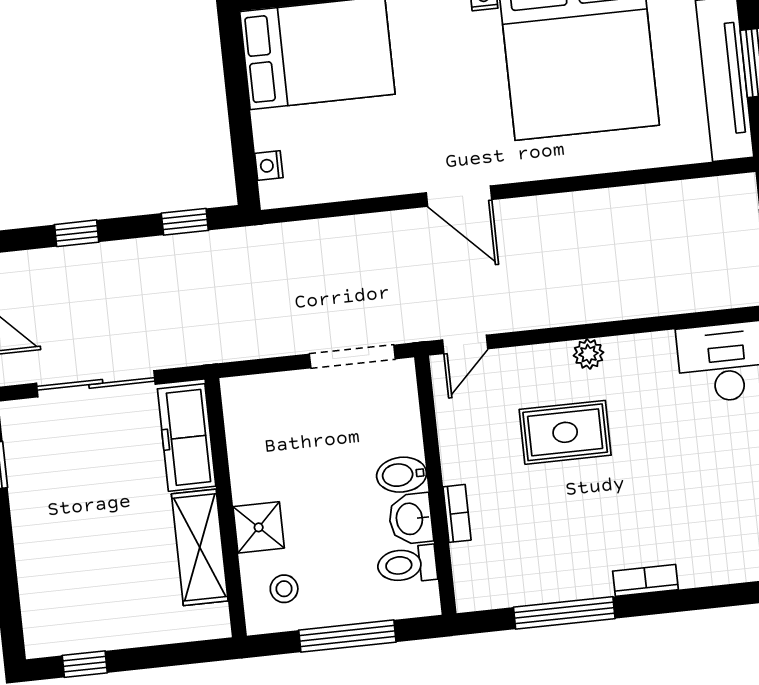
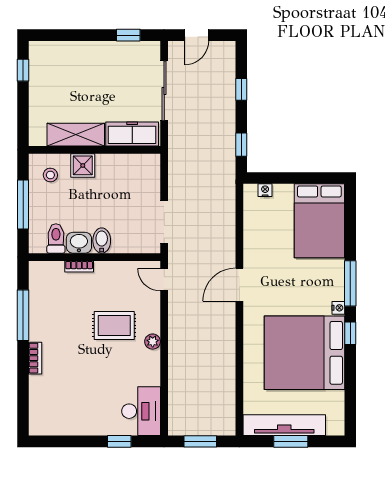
rug: (565, 432) -> (114, 325), turned 90

